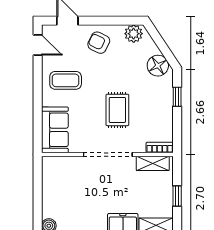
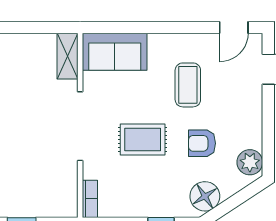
armchair: (99, 43) -> (202, 143), moved, turned -116
coffee table: (66, 80) -> (188, 85), moved
shelving: (153, 163) -> (68, 56), moved

